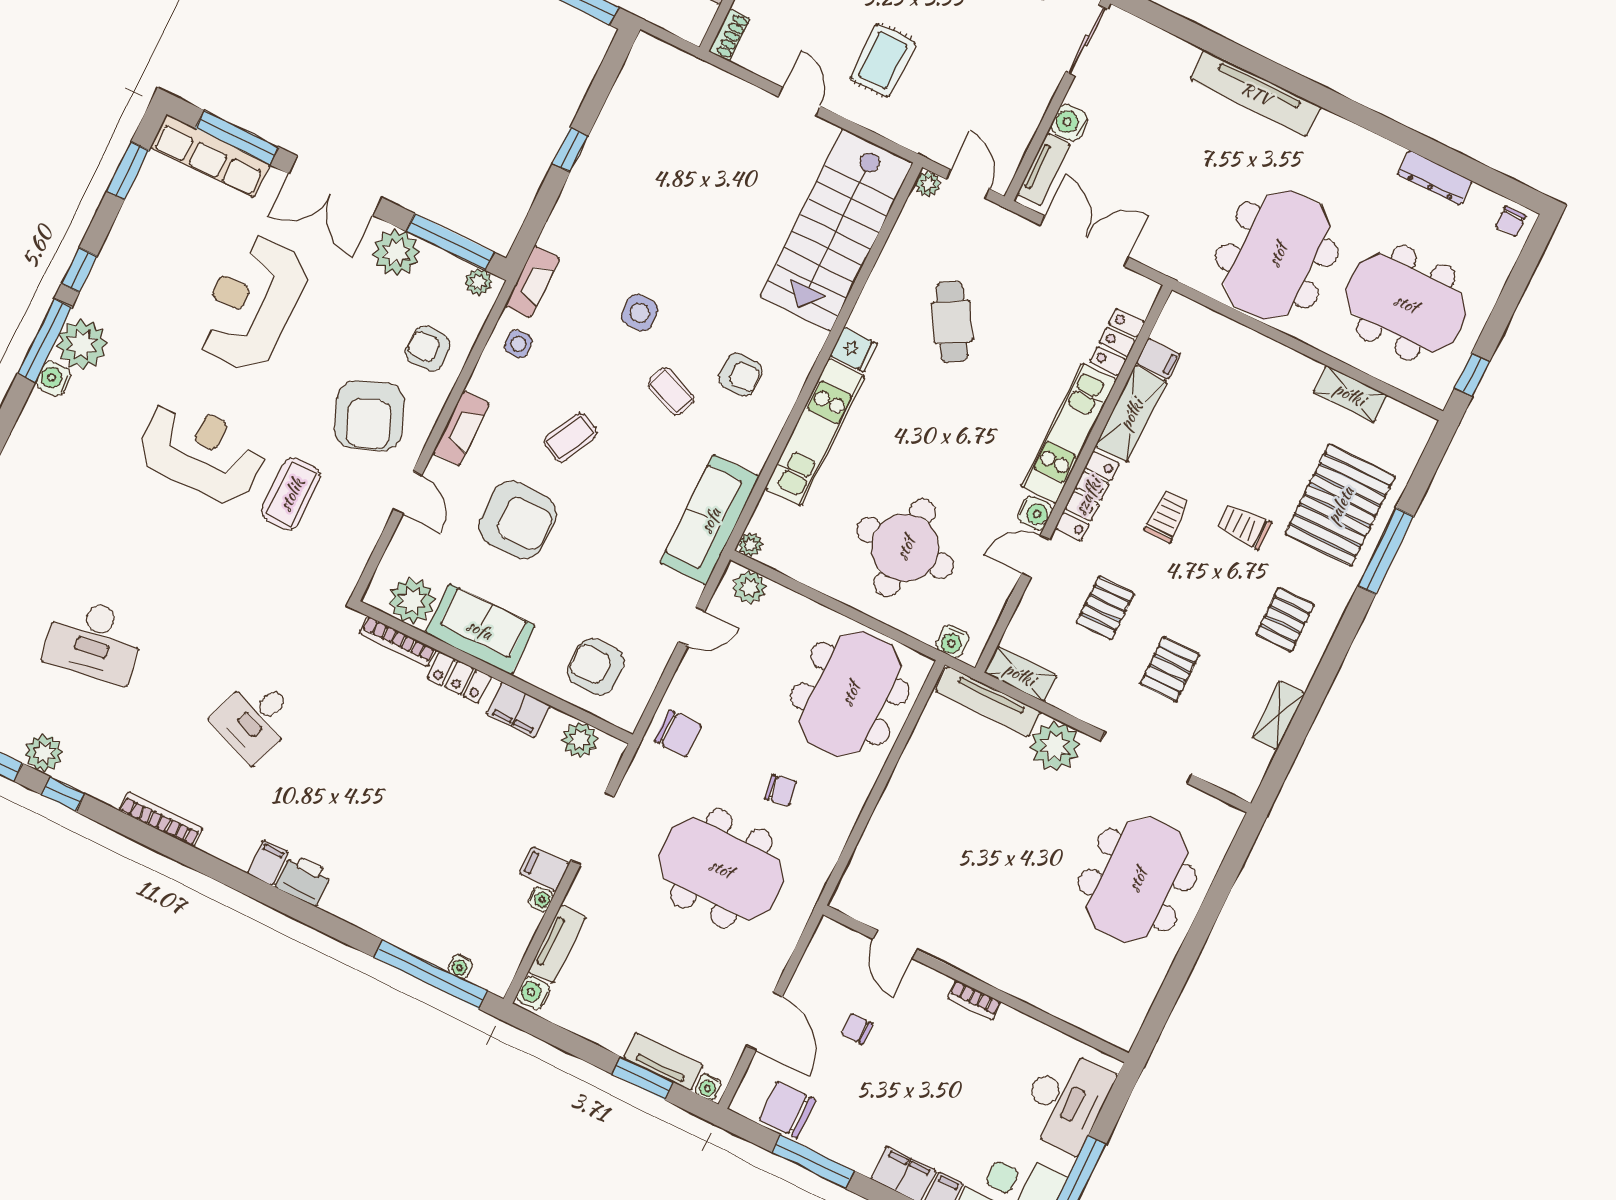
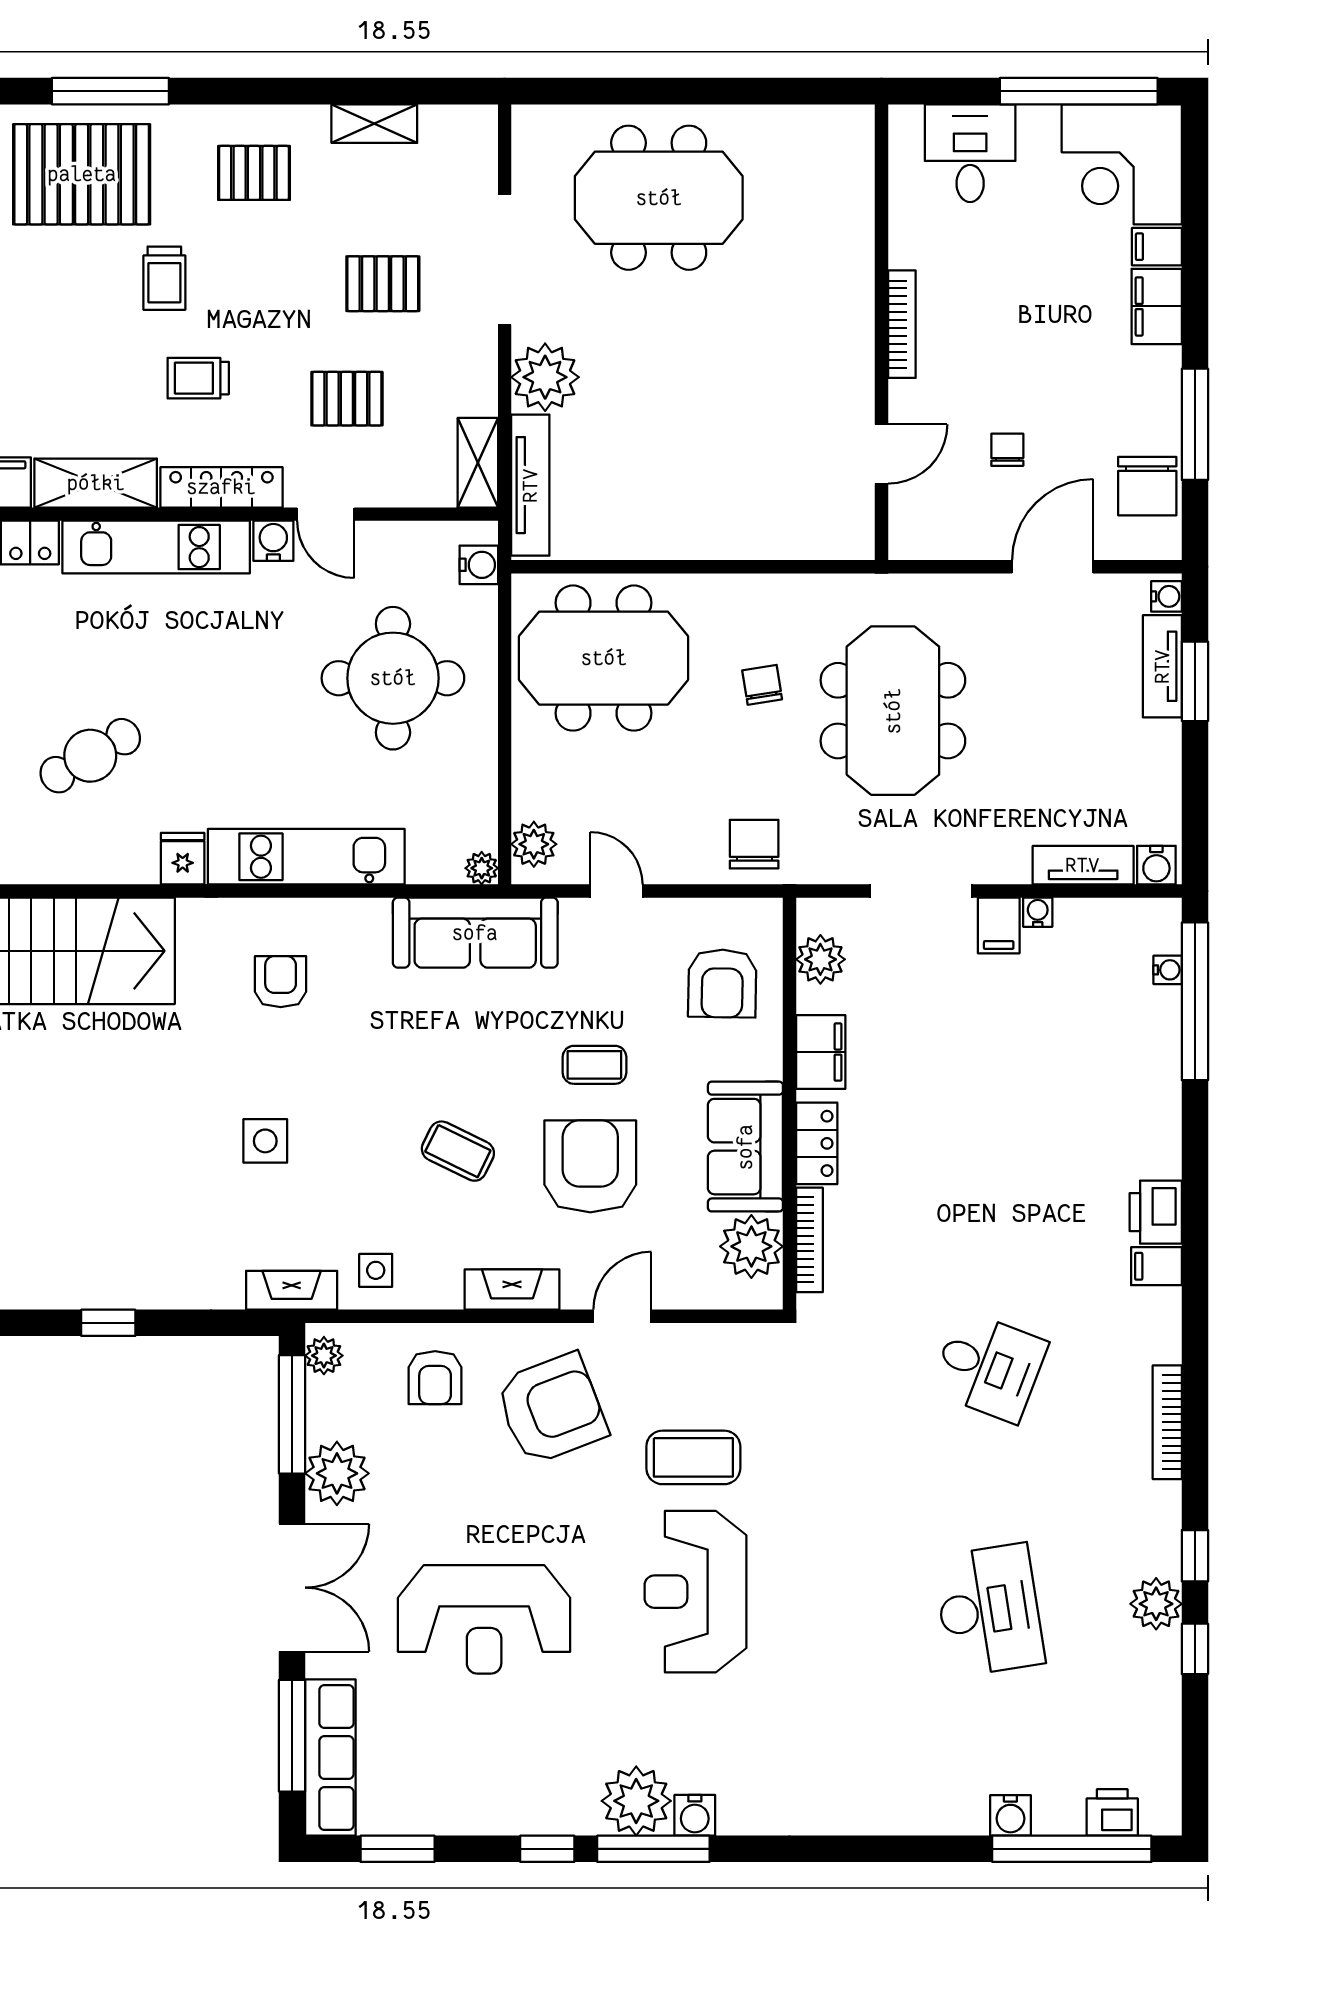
coffee table: (671, 391) -> (594, 1065), moved, turned 68
bookcase: (974, 1000) -> (902, 324), width x1.56
chair: (857, 1029) -> (1007, 450), turned 180
desk: (1066, 1101) -> (970, 153), width x0.73

